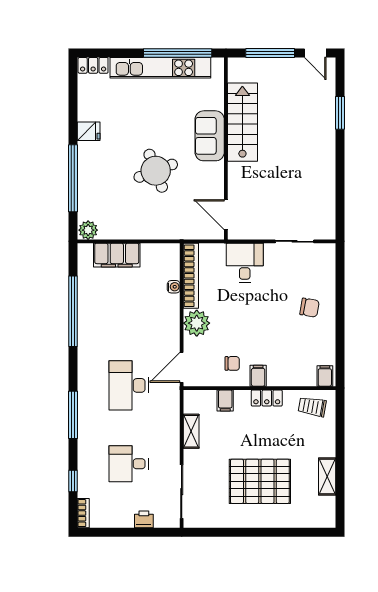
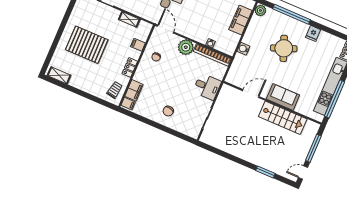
round table: (156, 171) -> (284, 48), moved
door: (226, 215) -> (251, 94), moved
water cooler: (160, 231) -> (243, 49), added
filing cabinet: (258, 376) -> (134, 90), moved, width x2.00
shelving: (327, 476) -> (59, 75), moved
pallet: (260, 481) -> (87, 45), turned 90

